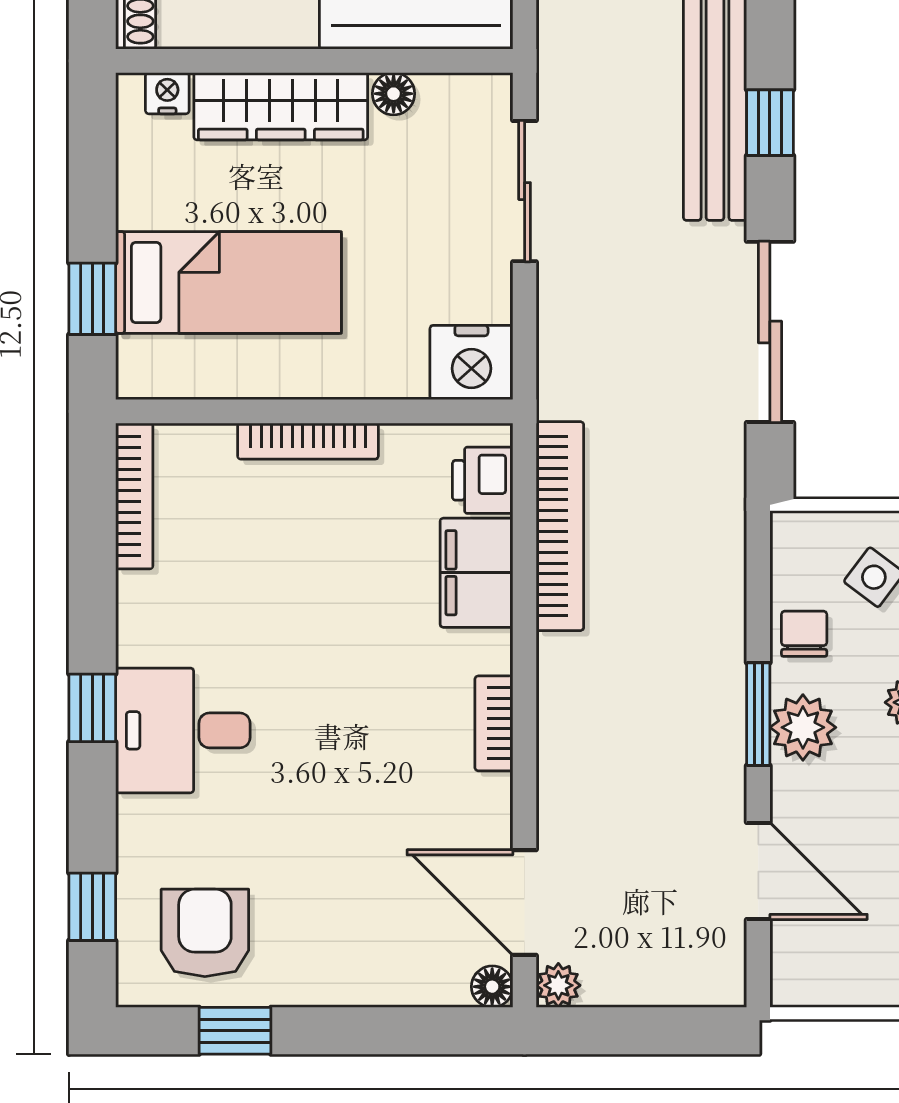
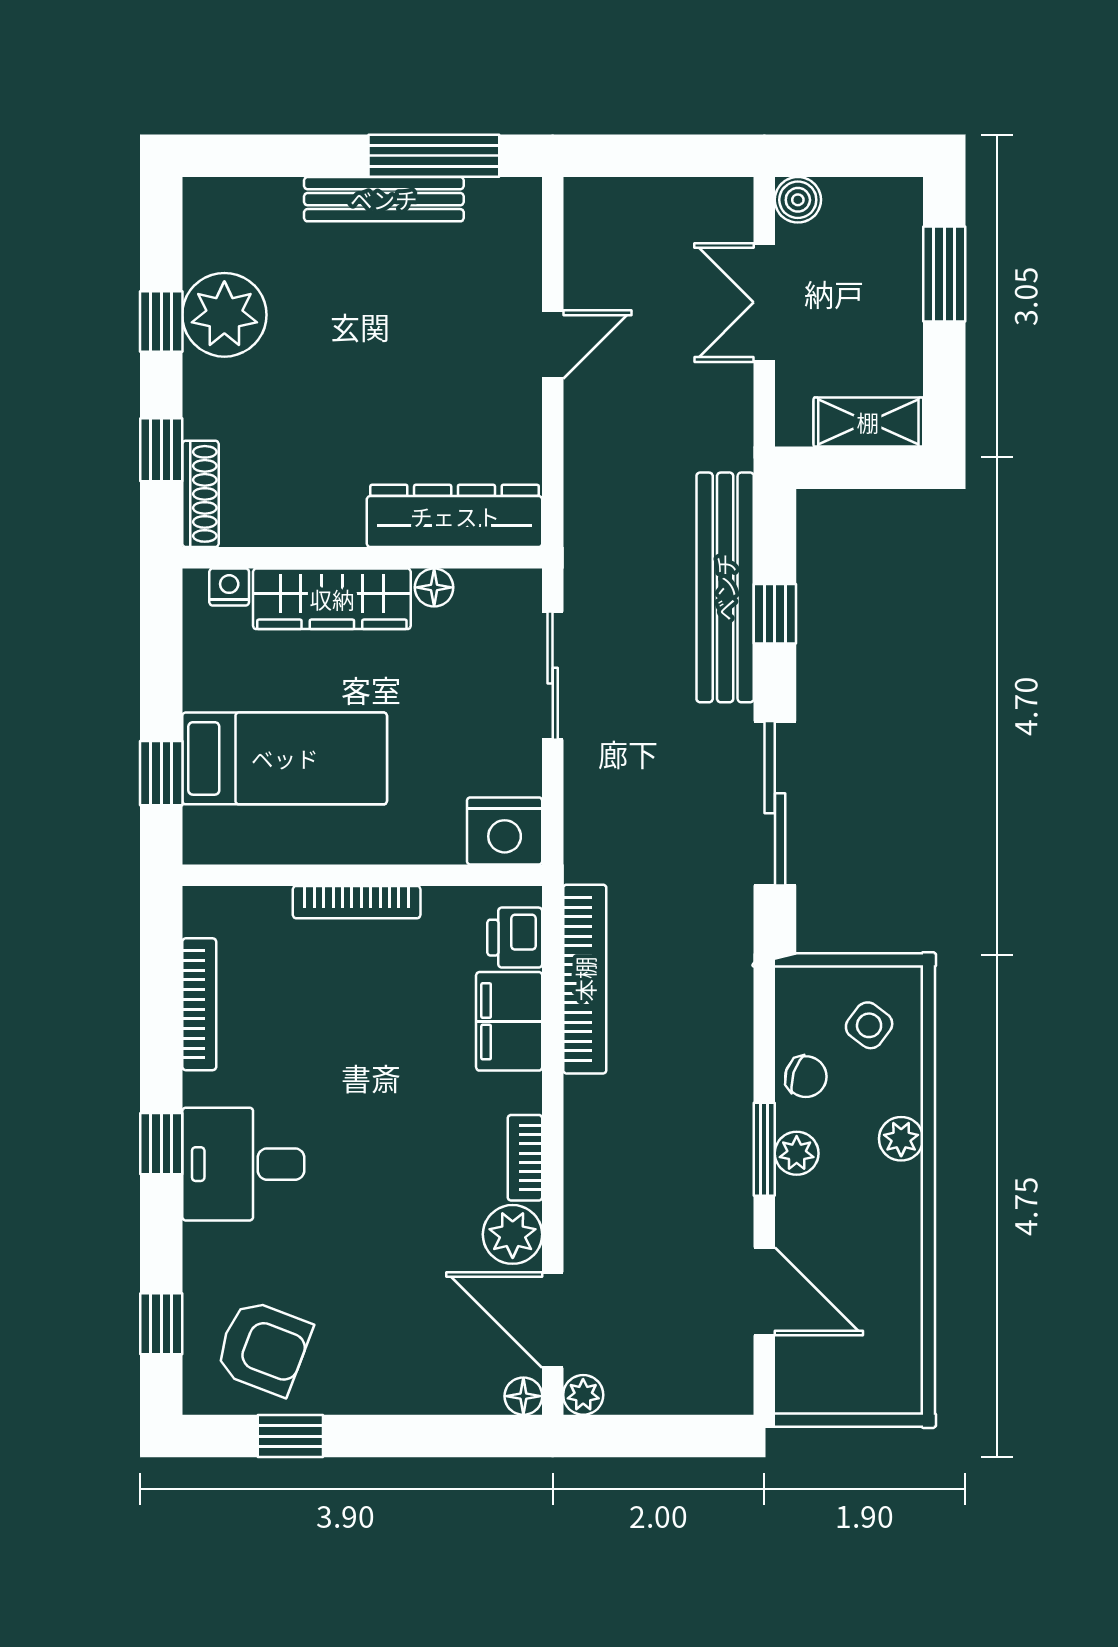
bookcase: (134, 496) -> (199, 1004), moved
chair: (804, 634) -> (806, 1077), turned 108
plant: (803, 727) -> (797, 1153), width x0.73, depth x0.73
plant: (480, 808) -> (513, 1234), added
armchair: (205, 933) -> (263, 1347), turned 111

